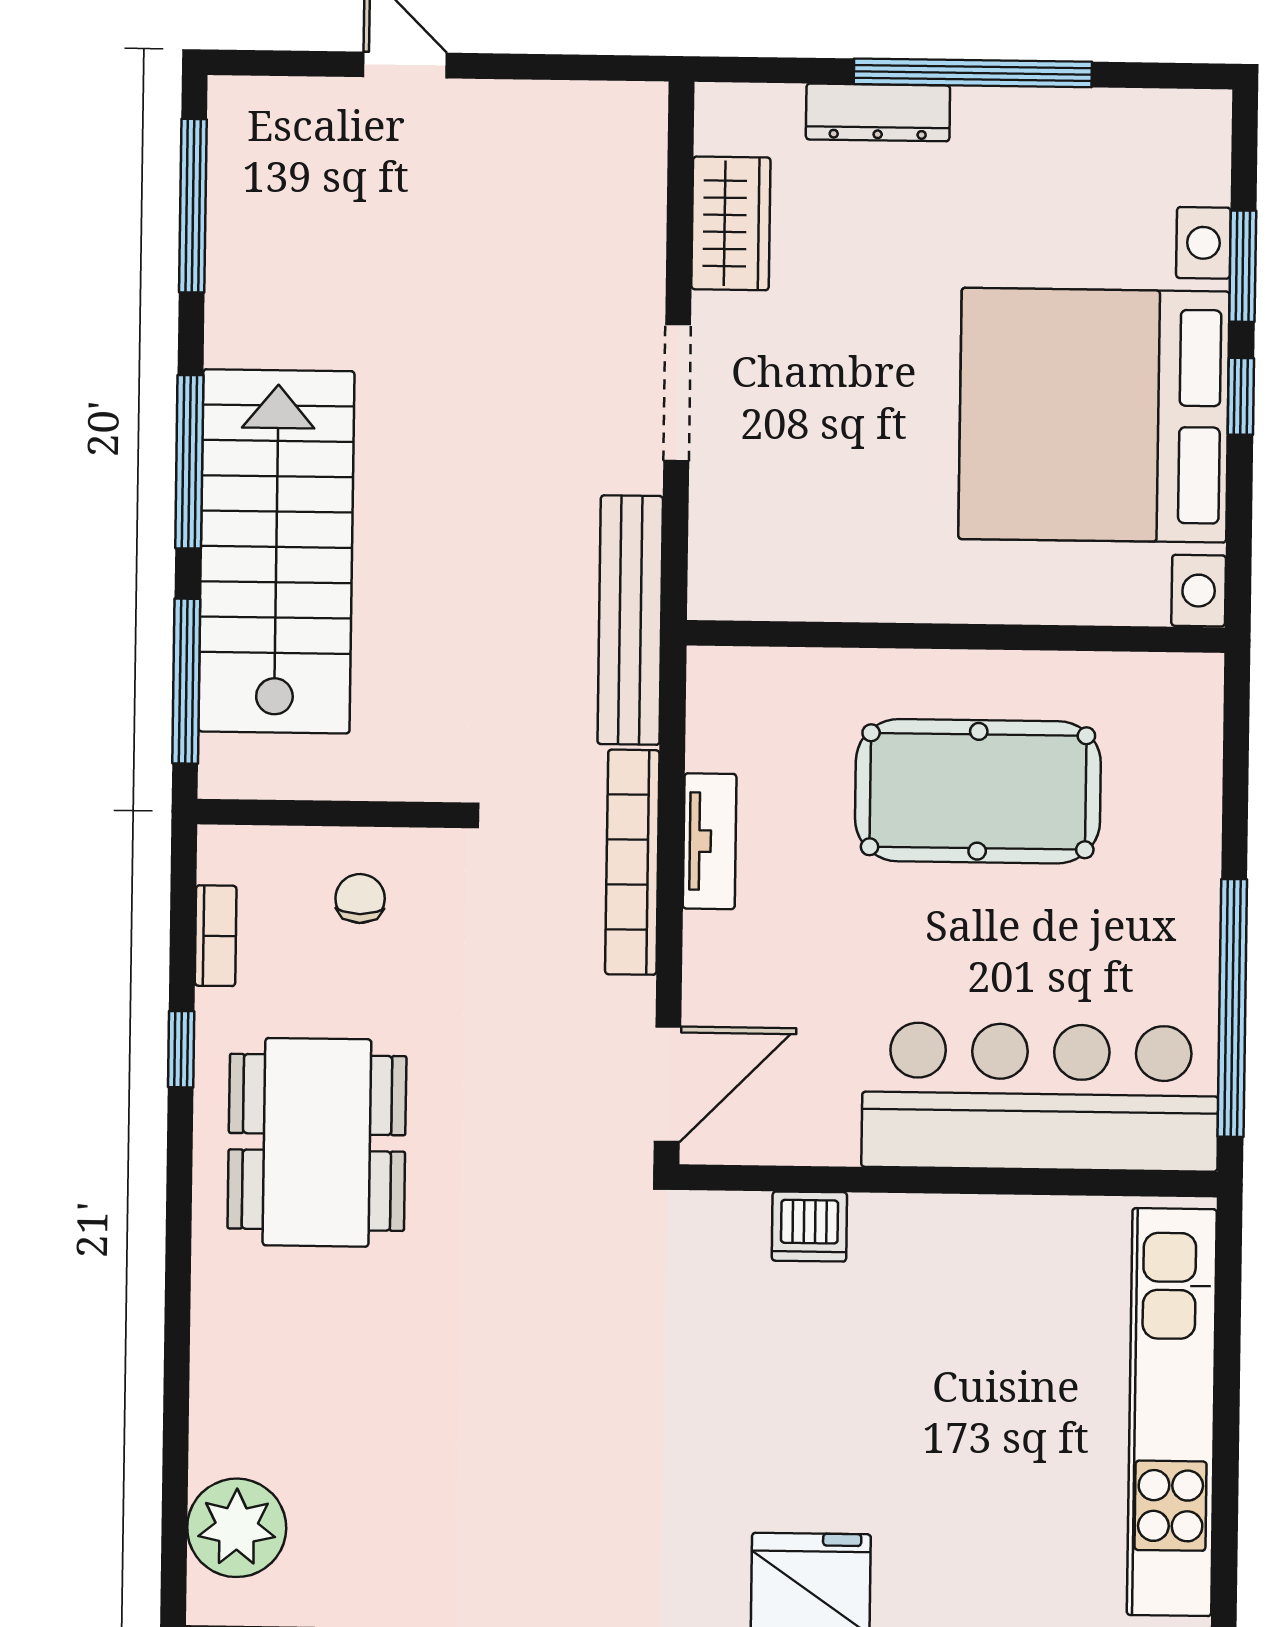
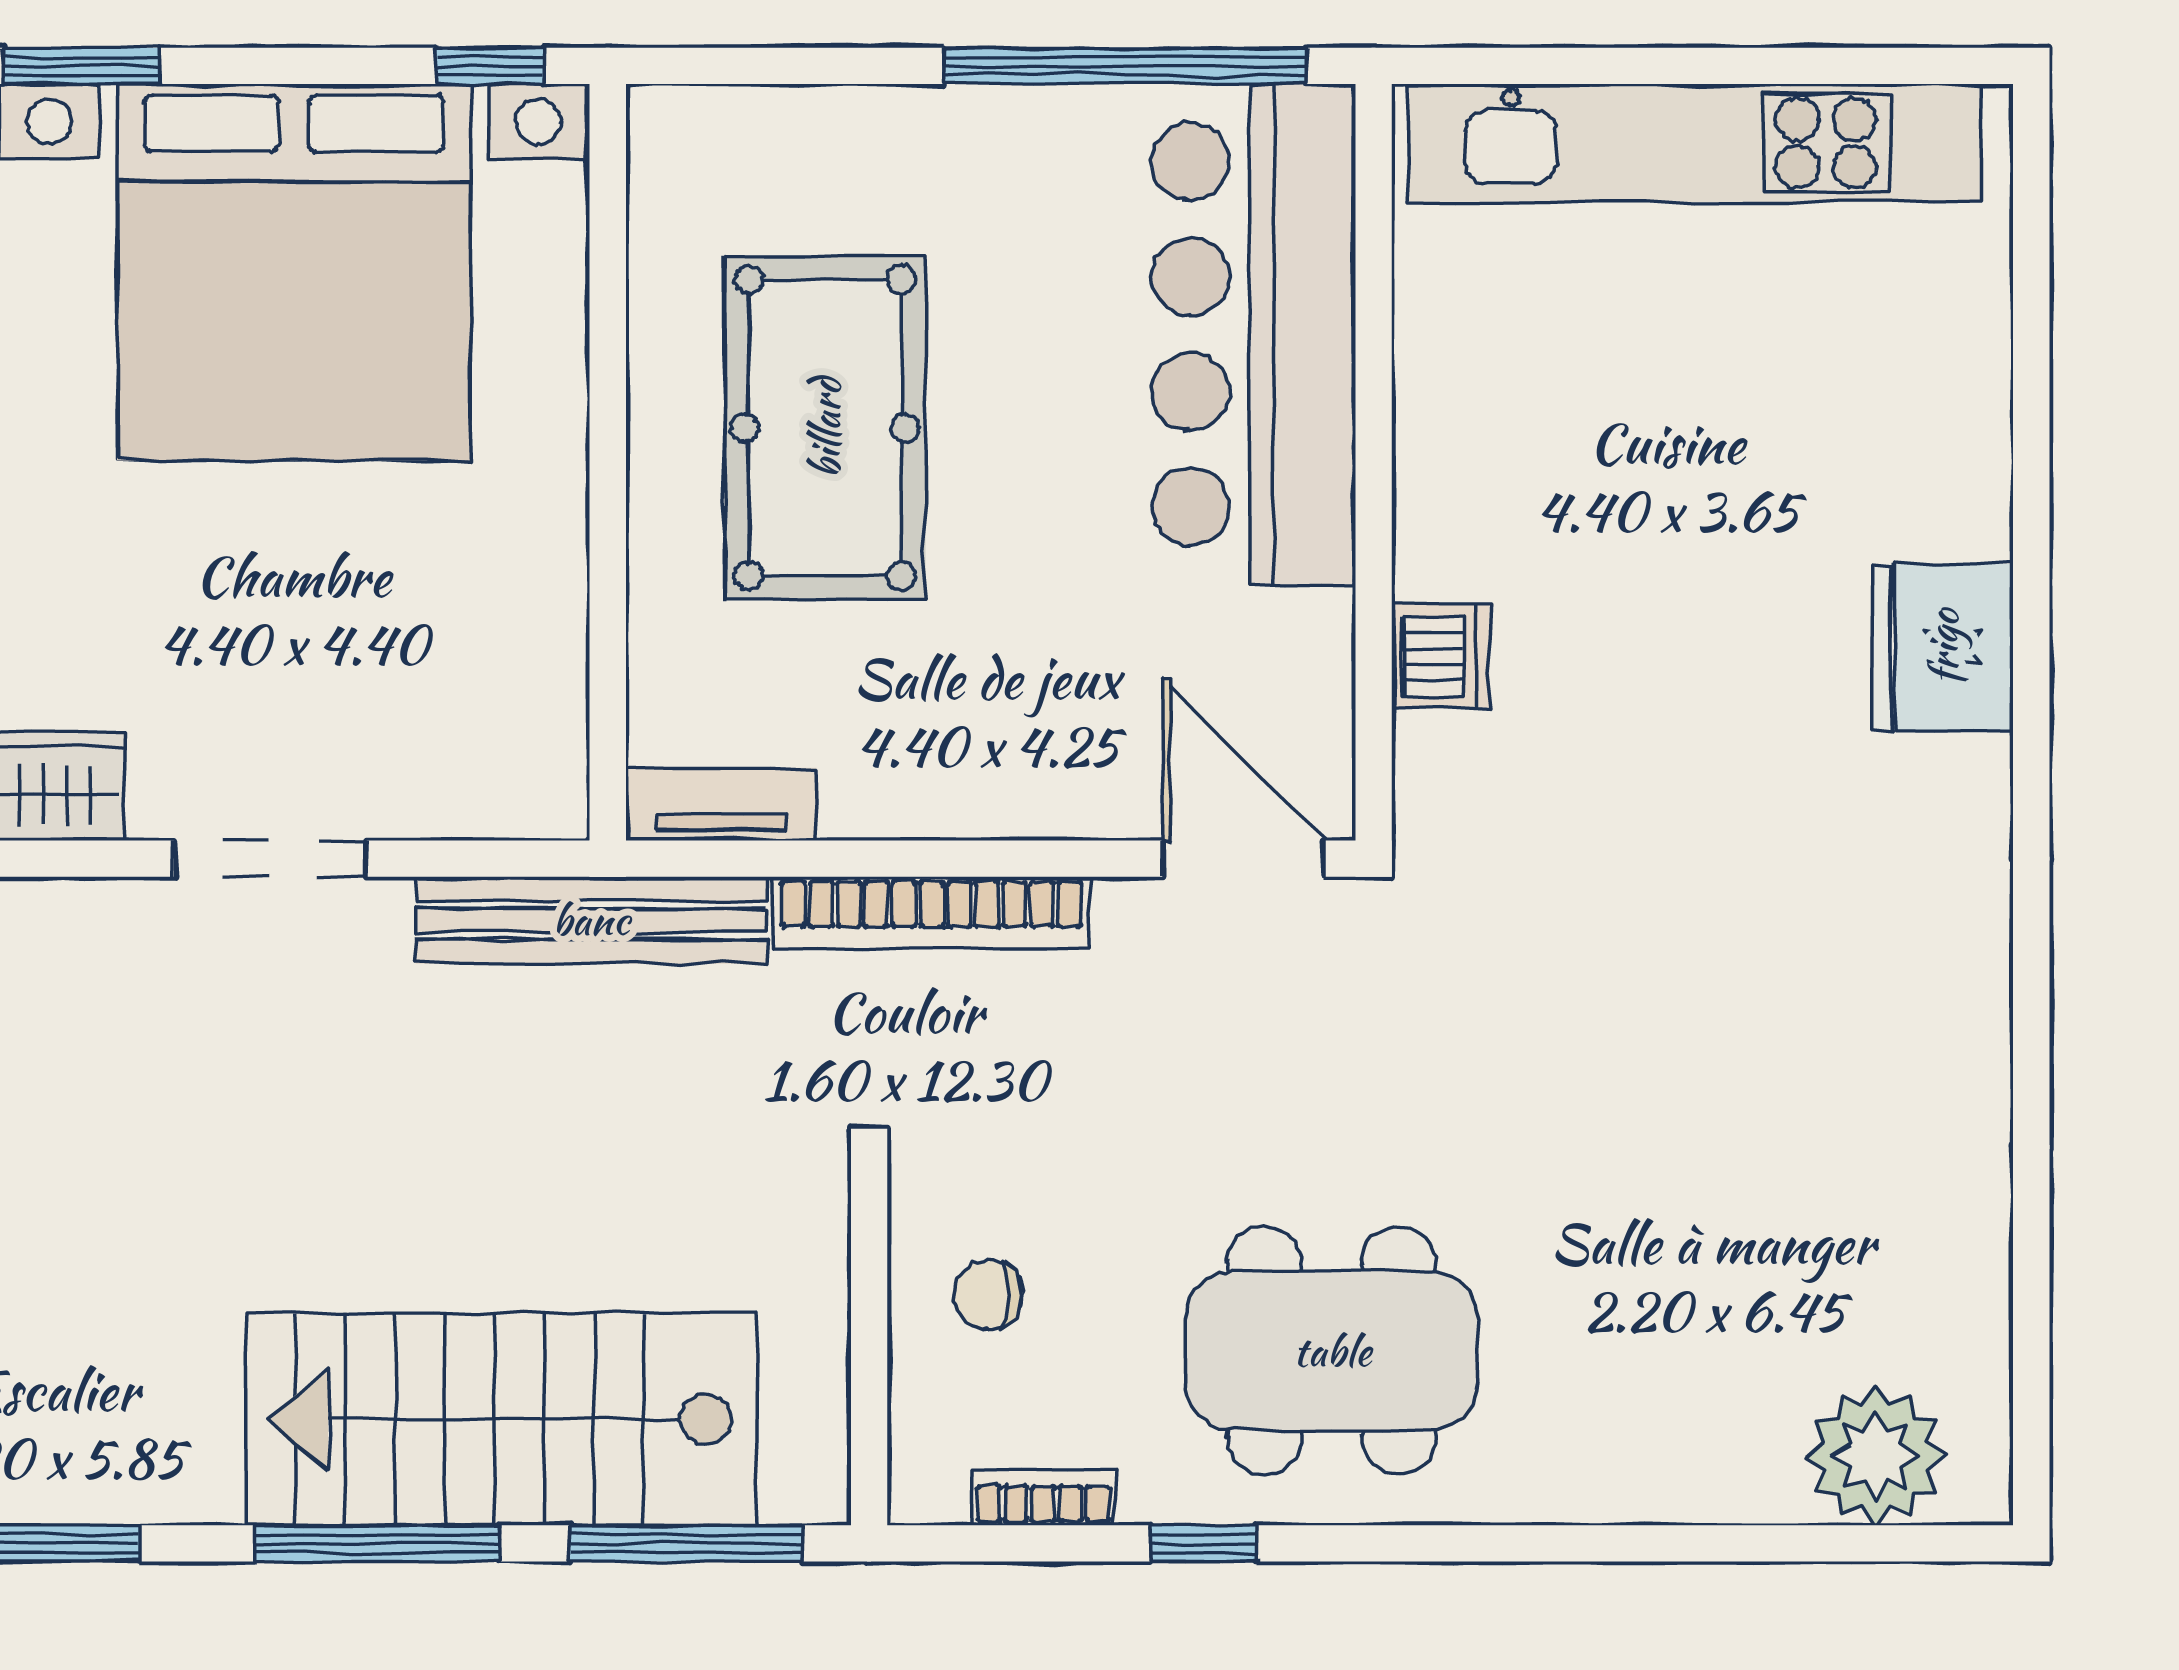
window: (1241, 396) -> (490, 66), moved
tv unit: (710, 841) -> (721, 804), moved

